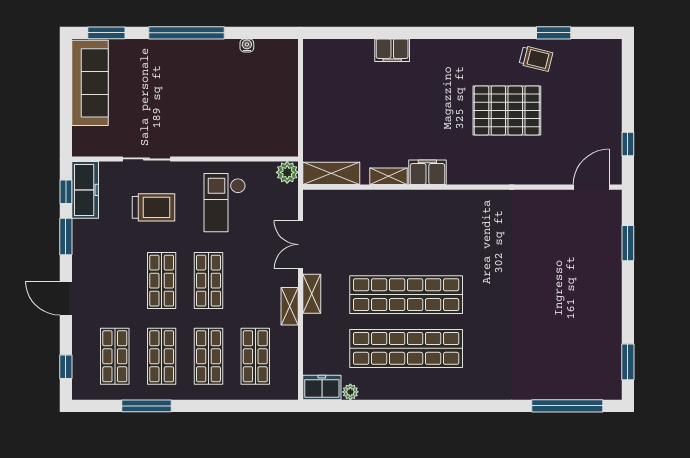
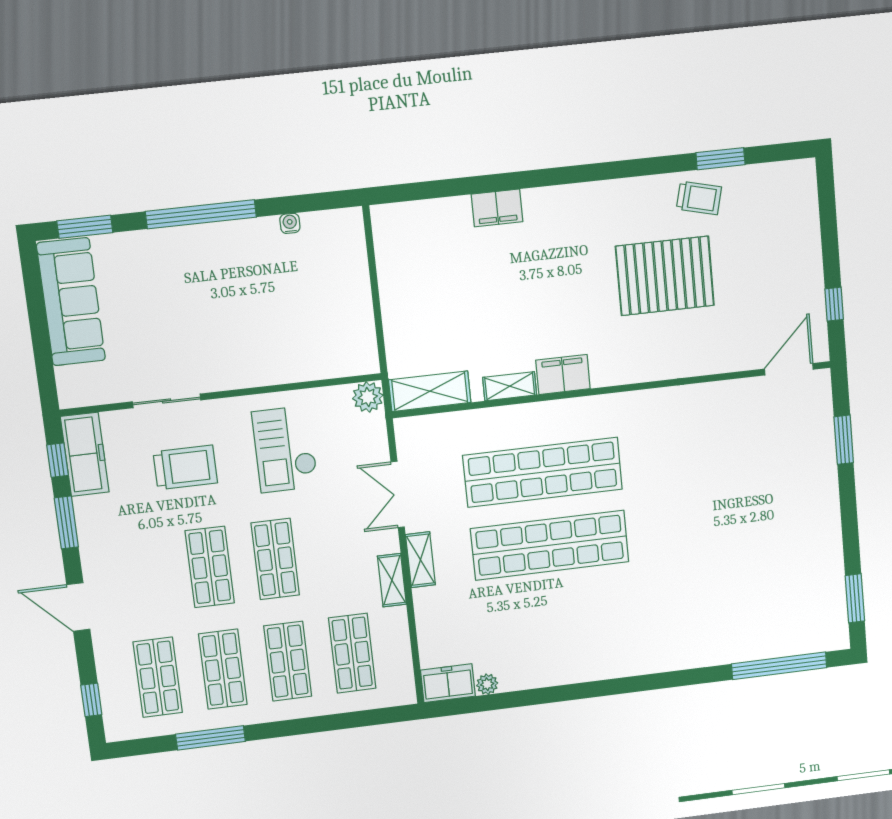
shop shelf: (406, 348) -> (543, 472), moved

